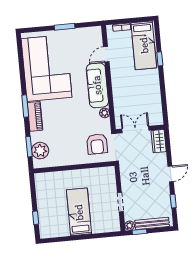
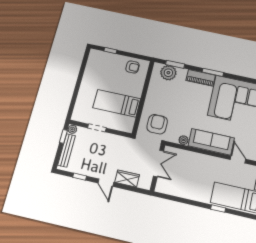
wardrobe: (159, 141) -> (127, 179), moved
armchair: (97, 144) -> (157, 124), turned 90
armchair: (46, 189) -> (132, 67), added
bed: (79, 212) -> (117, 103), moved, turned 180

